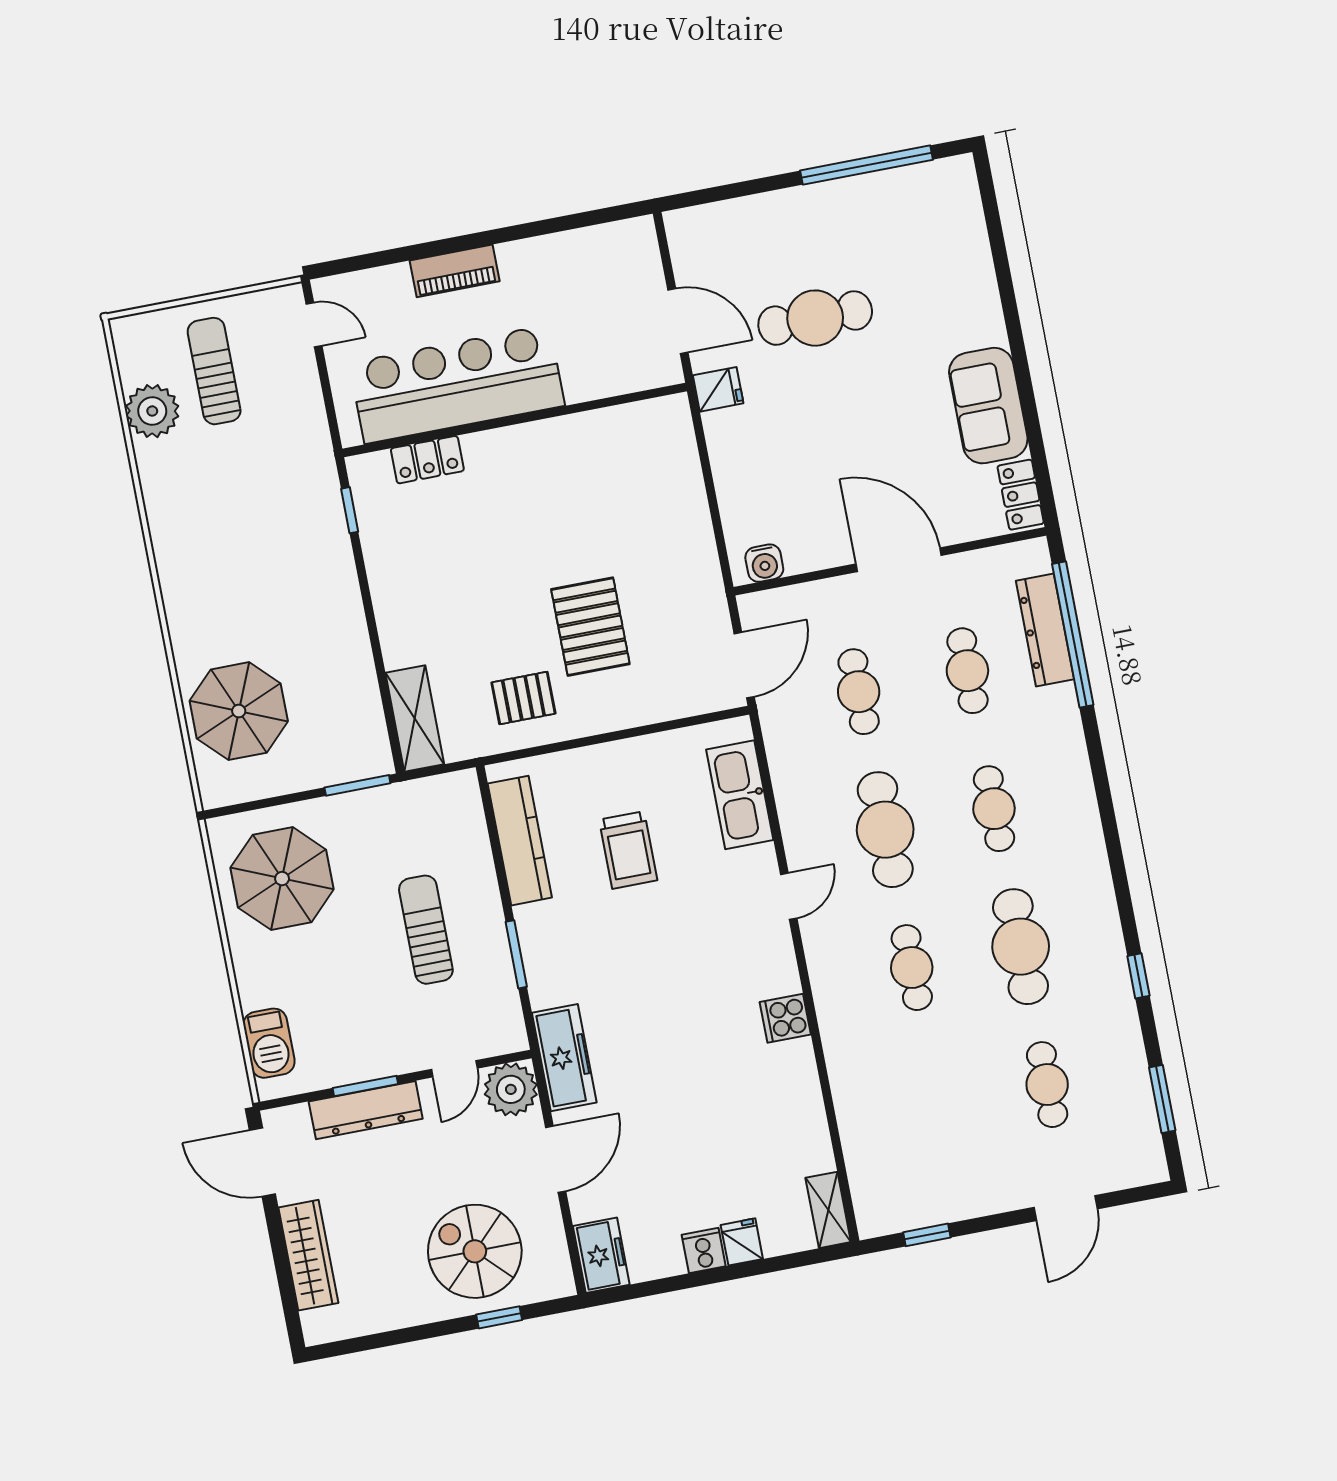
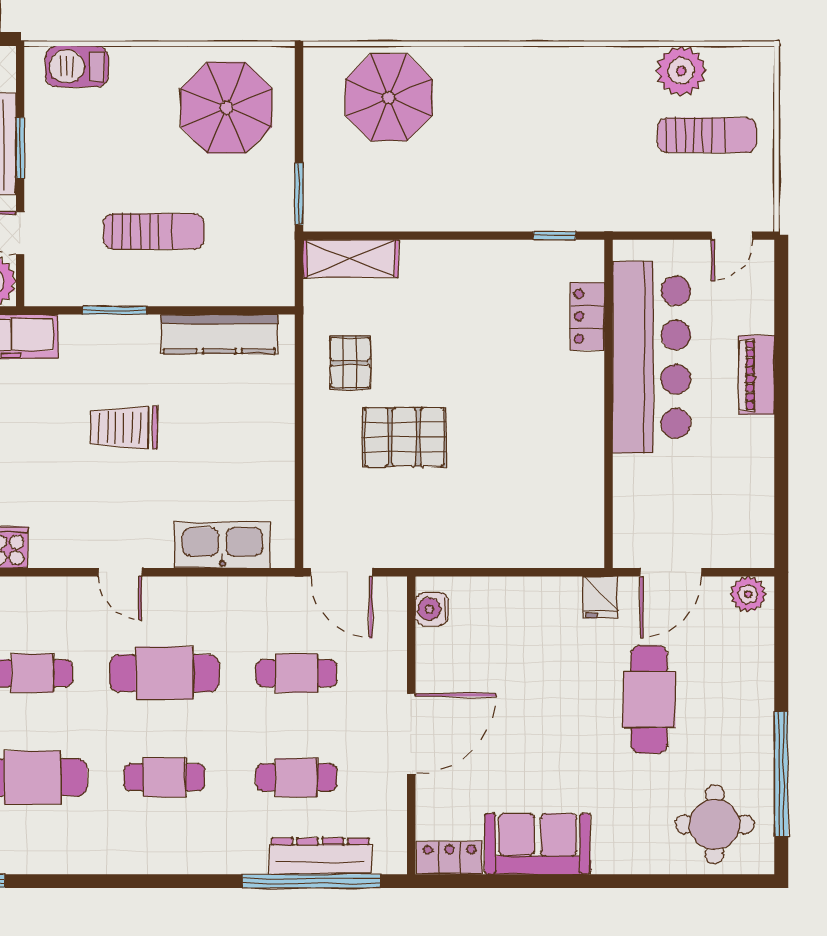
round table: (932, 224) -> (715, 824), added
plant: (685, 236) -> (748, 594), added
trolley: (628, 850) -> (124, 428), moved

